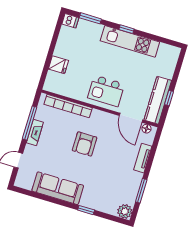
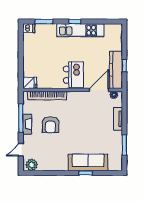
fridge: (58, 65) -> (30, 83), moved
kitchen island: (106, 91) -> (73, 75), turned -90
door: (131, 118) -> (99, 90), swing flipped
armchair: (85, 144) -> (50, 125), moved
sofa: (58, 188) -> (88, 162), moved
plant: (125, 211) -> (32, 165), moved

